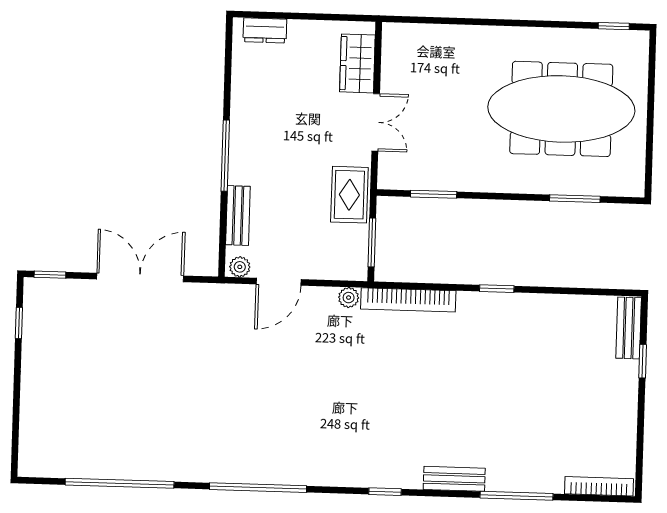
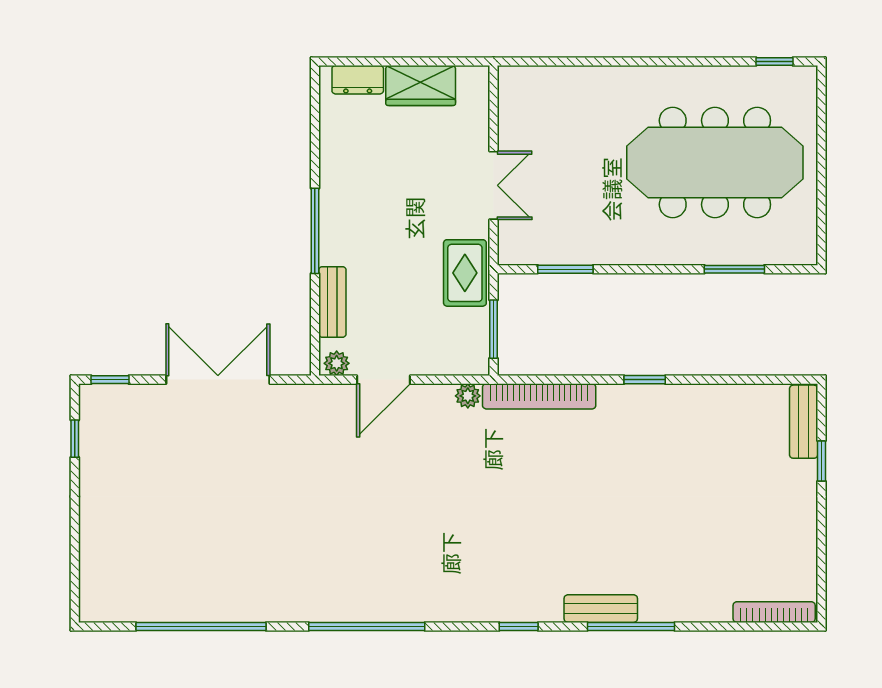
wardrobe: (357, 63) -> (421, 85), moved, turned -90
window: (516, 496) -> (631, 626), moved

